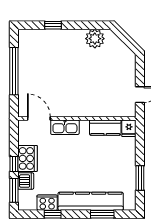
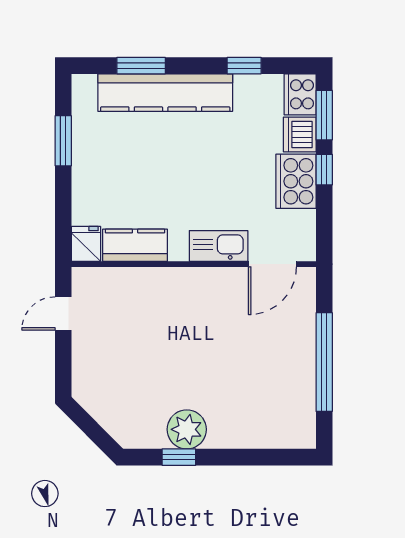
window: (53, 25) -> (179, 457), moved
plant: (95, 39) -> (187, 429), moved
door: (39, 118) -> (272, 264), hinge flipped
cooker: (47, 203) -> (300, 94), moved, turned 90

